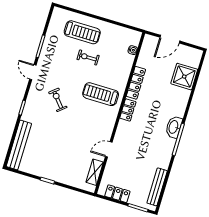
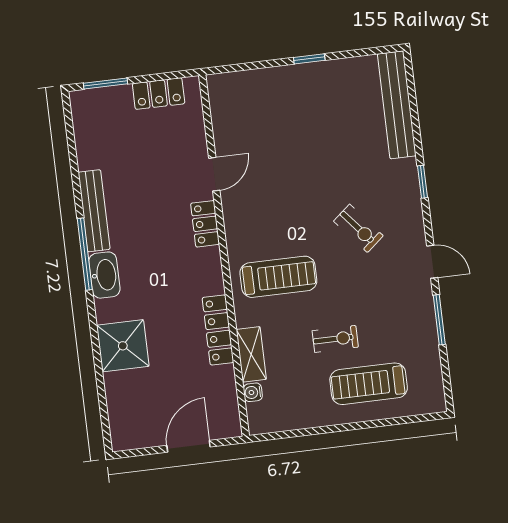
shower: (184, 77) -> (123, 346), moved
locker: (128, 110) -> (205, 224), moved
shelving: (95, 172) -> (251, 354), moved
bench: (157, 187) -> (94, 211), moved

